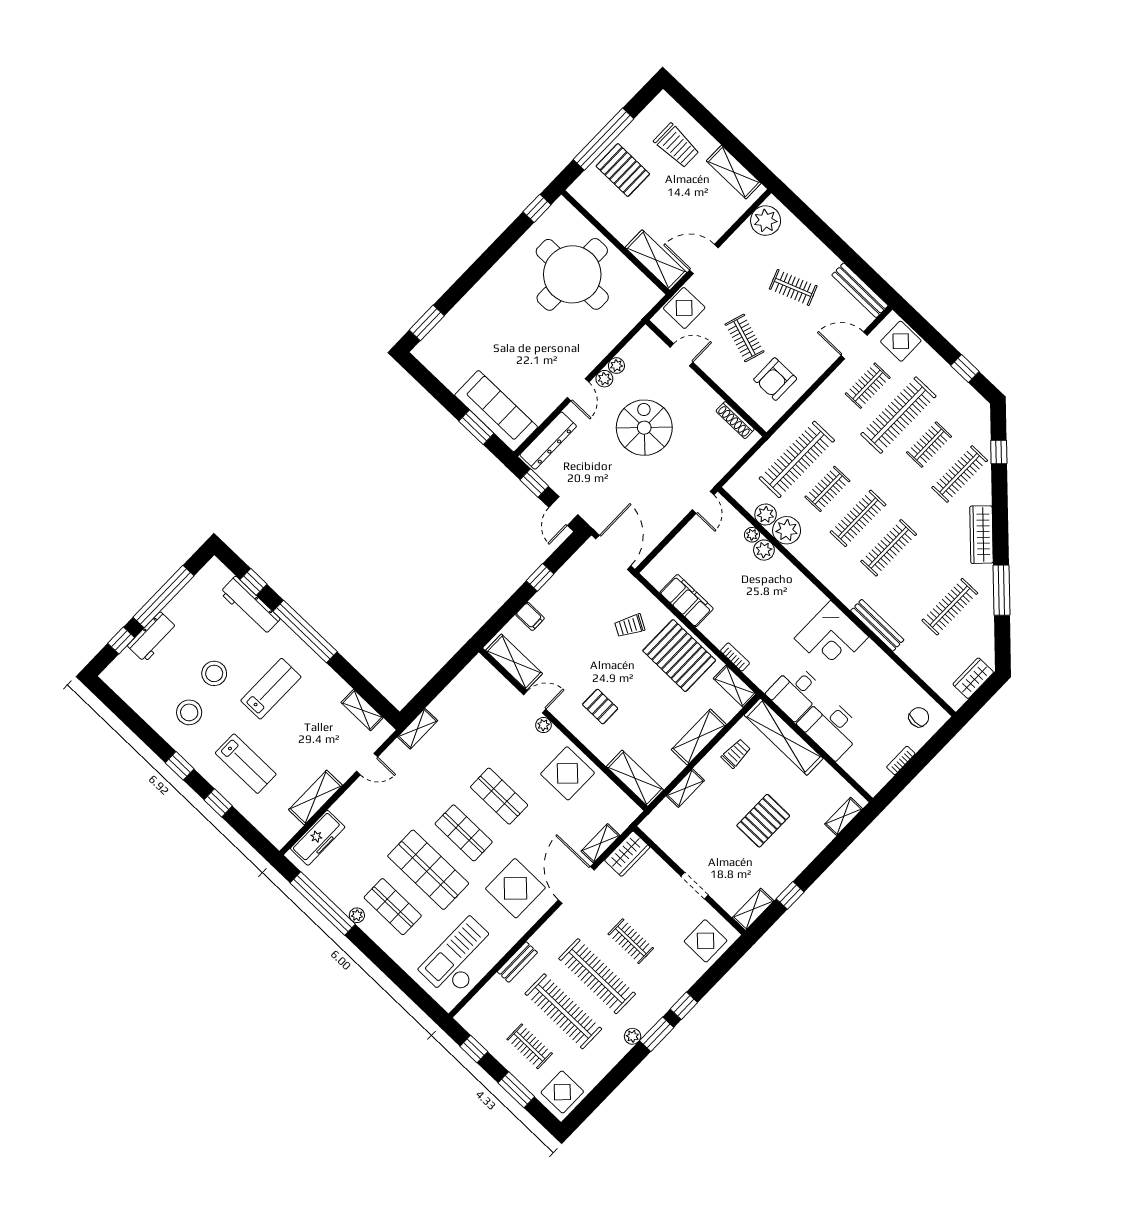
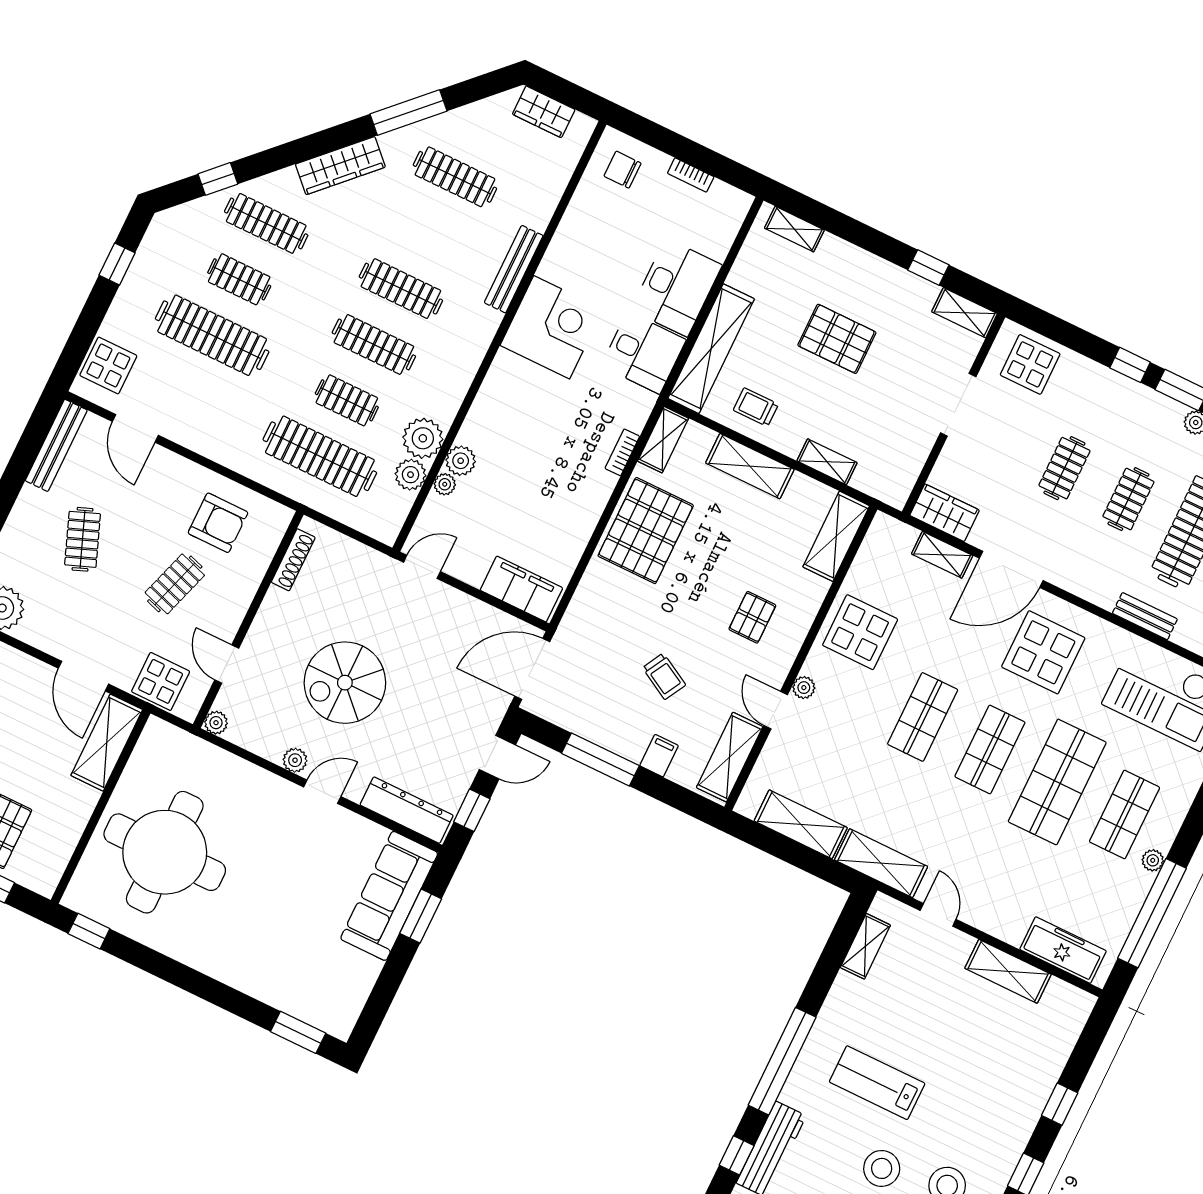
plant: (616, 366) -> (216, 723), moved
clothes rail: (868, 386) -> (185, 391), removed
window: (540, 577) -> (600, 759), width x2.17
filing cabinet: (687, 601) -> (521, 589), moved, turned 90
trolley: (630, 626) -> (664, 676), moved
shelving: (455, 694) -> (801, 824), added
shelving: (418, 729) -> (881, 863), width x1.50, depth x1.33
lab bench: (246, 764) -> (993, 1084), removed
doorway: (695, 886) -> (958, 405), width x1.38
clothes rail: (597, 976) -> (1128, 499), width x0.54, depth x0.76

